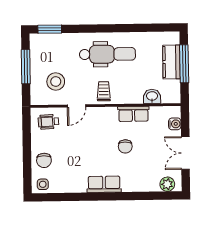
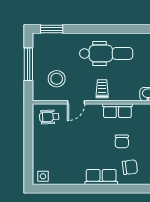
row of seats: (133, 114) -> (117, 111), moved
chair: (44, 160) -> (130, 167), moved, turned -97

